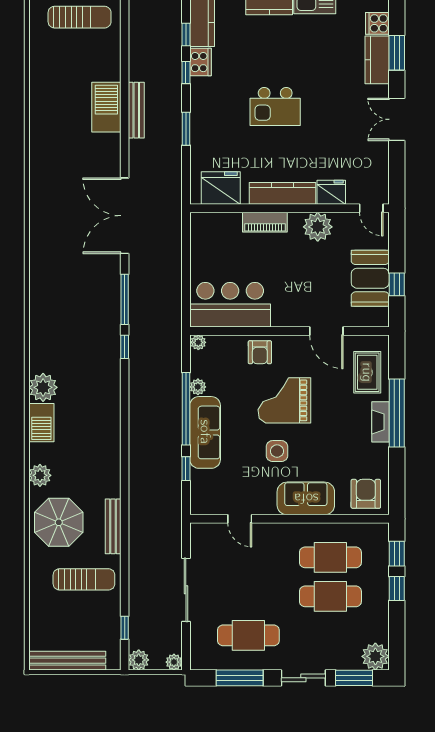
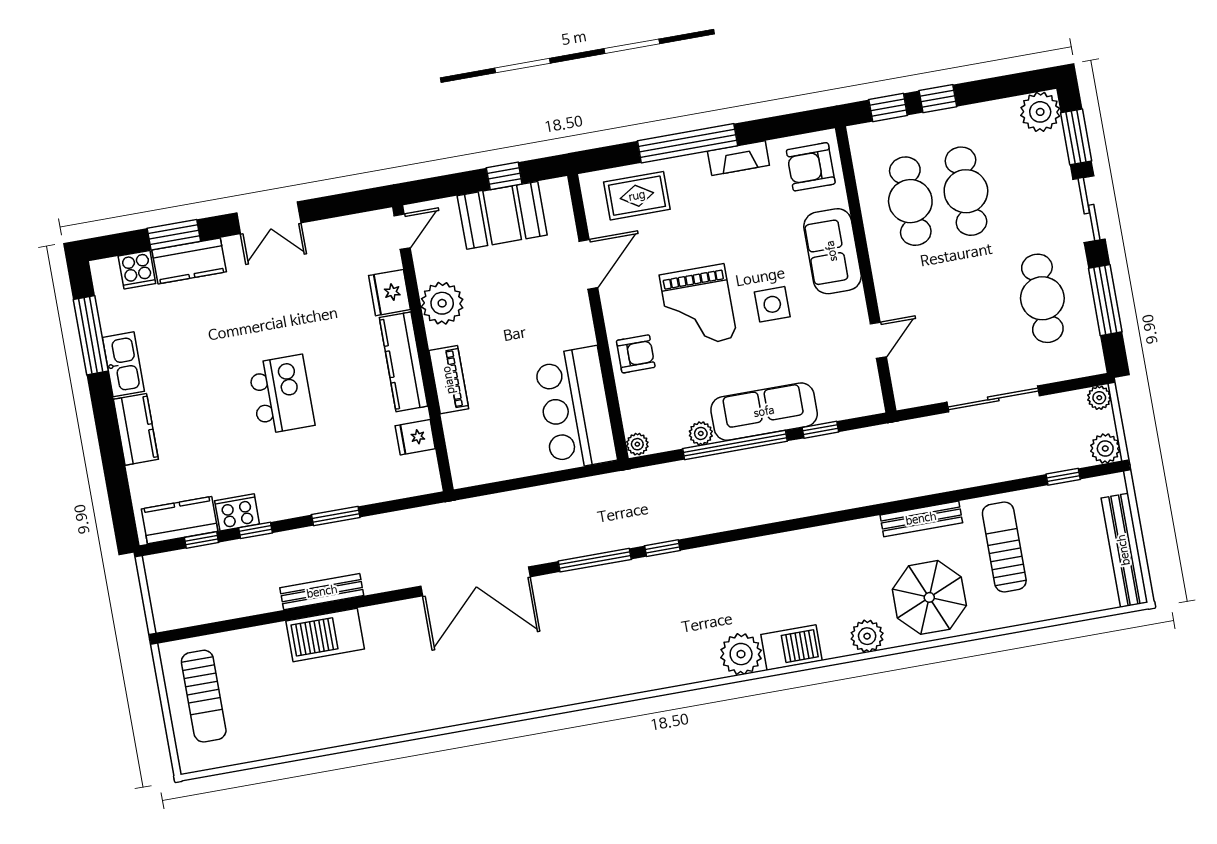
sun lounger: (80, 17) -> (204, 696), turned 180
fridge: (221, 188) -> (415, 437), width x0.53, depth x0.75
fireplace: (380, 422) -> (738, 158), moved

